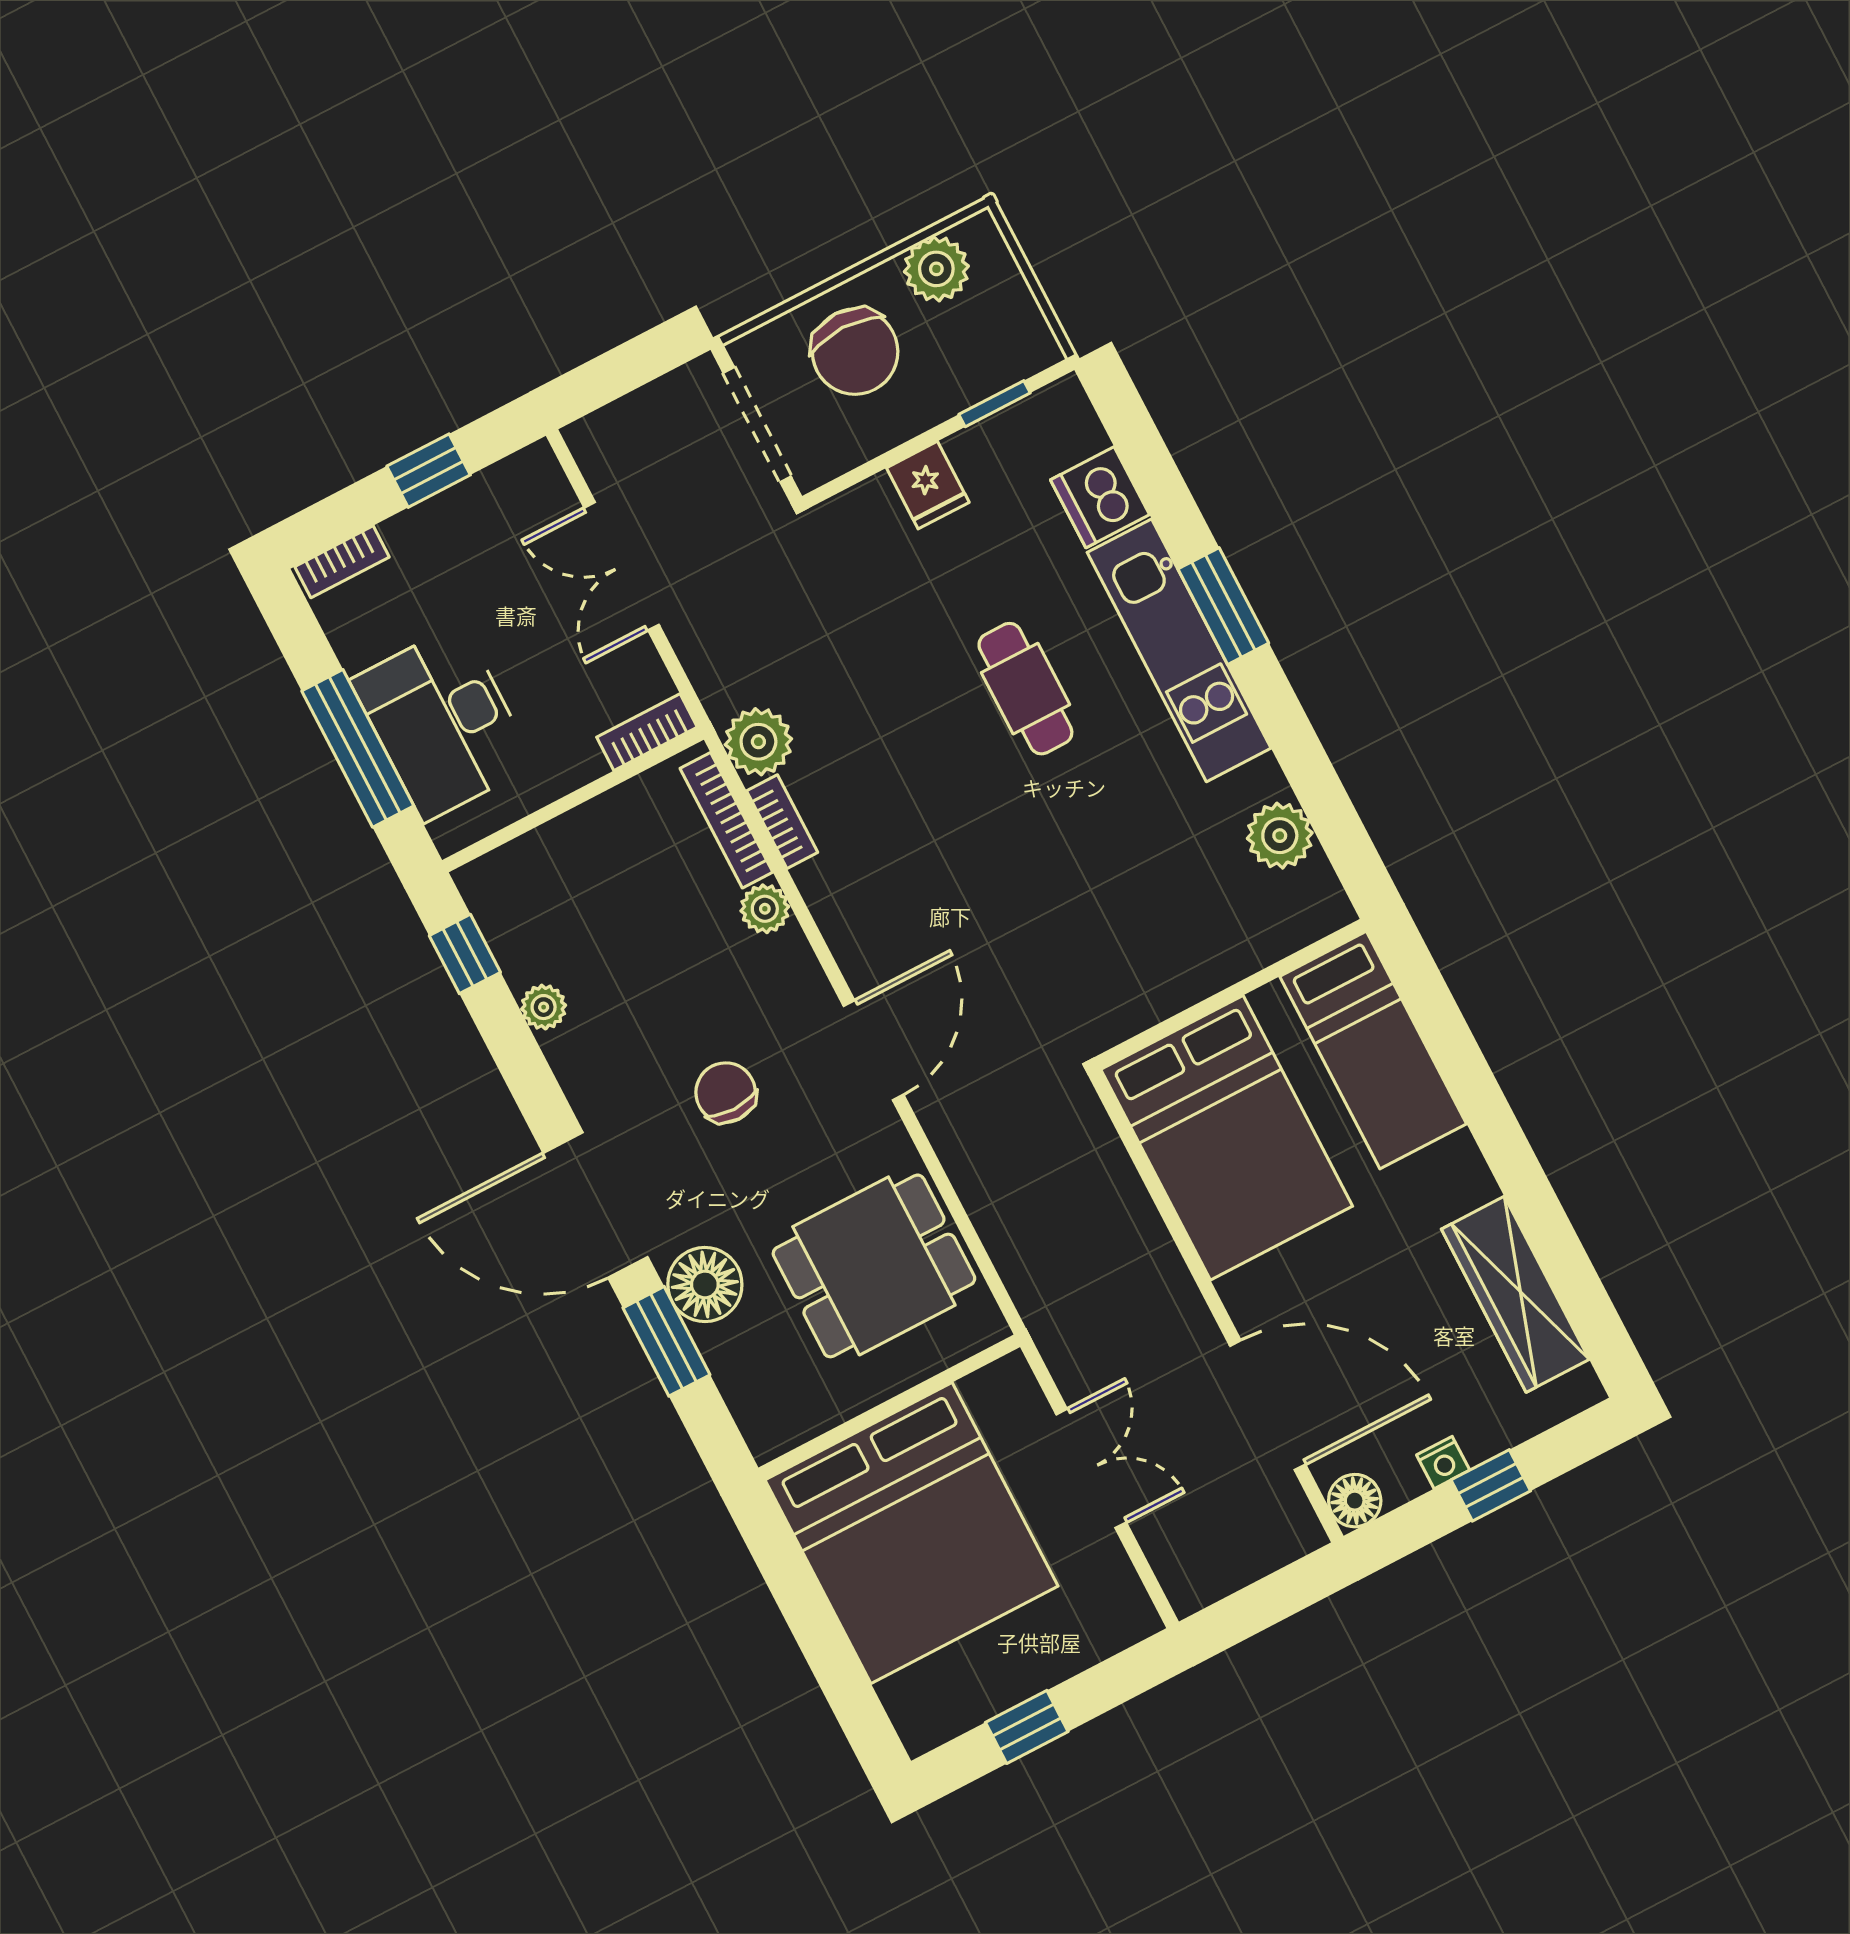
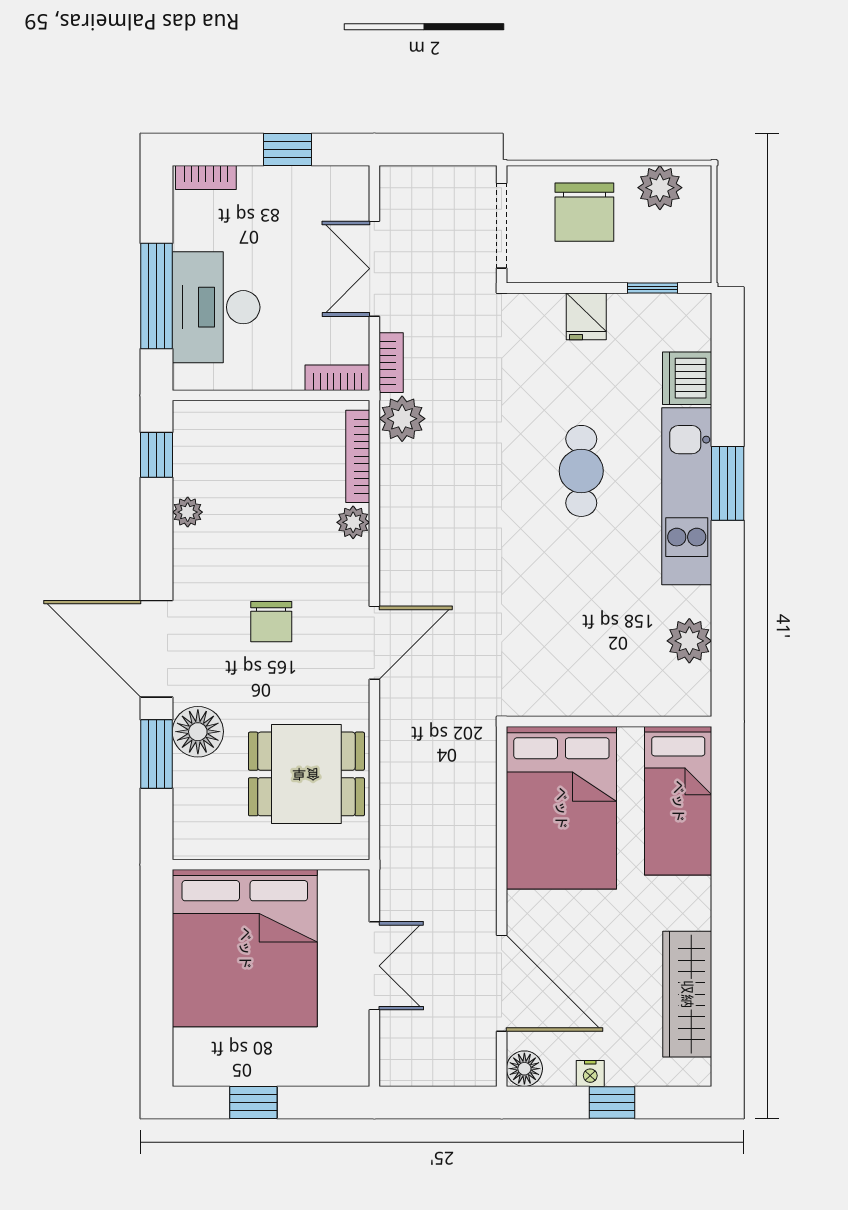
bookcase: (782, 822) -> (391, 363), moved
chair: (726, 1093) -> (271, 622), turned 180

